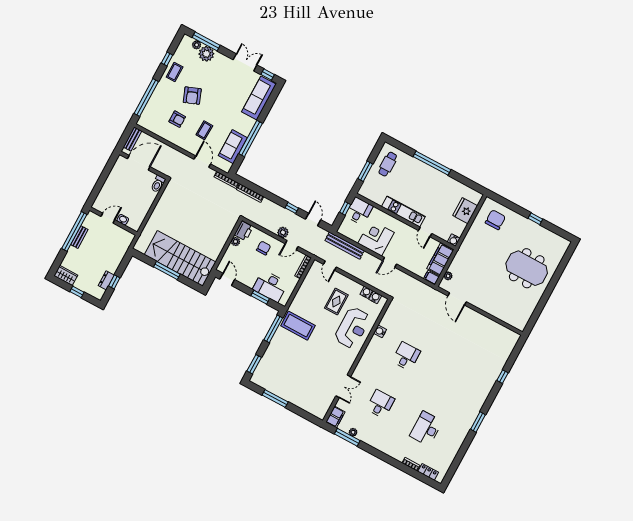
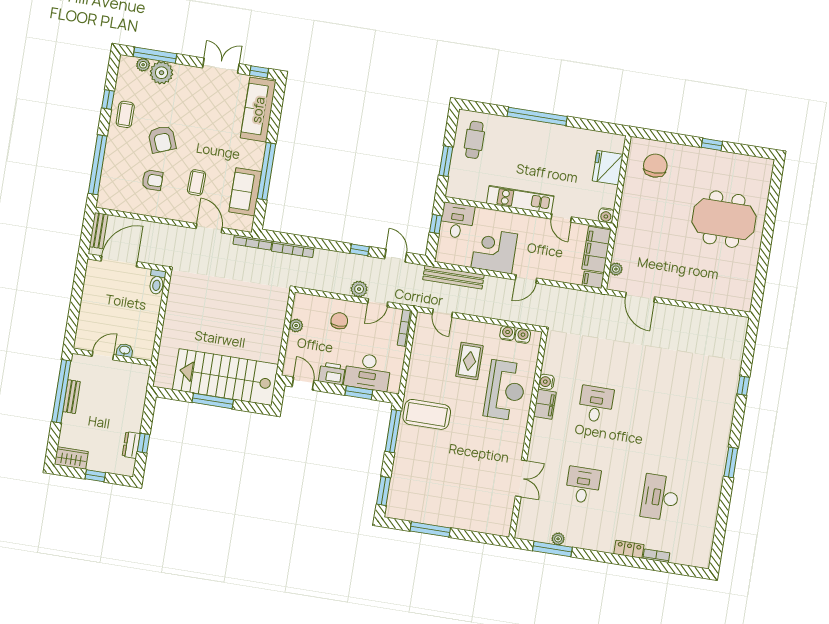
printer: (244, 231) -> (332, 373), moved, turned -90
filing cabinet: (335, 417) -> (545, 404), moved
locker: (428, 472) -> (629, 549), moved

